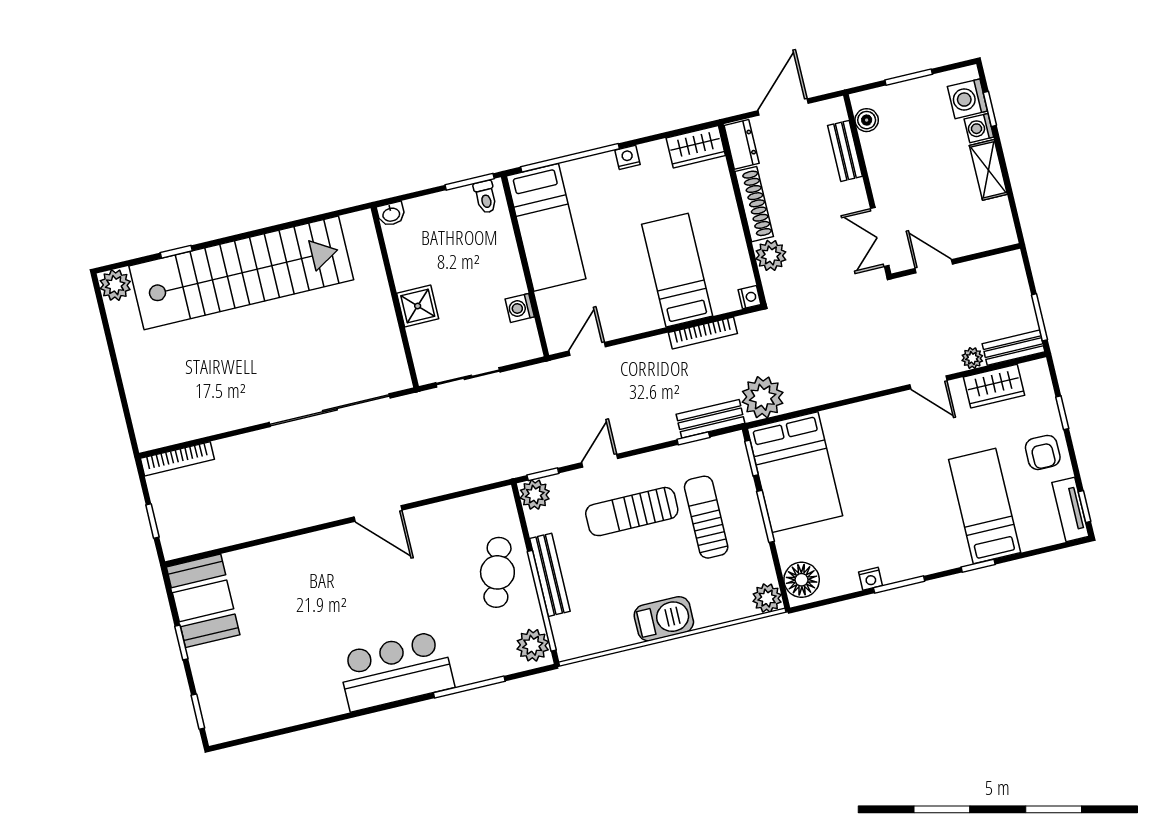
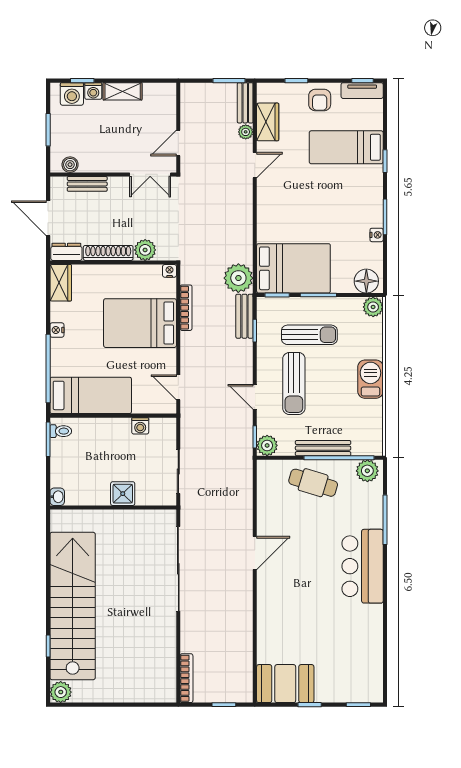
bed: (677, 270) -> (140, 323), width x1.50
armchair: (1043, 452) -> (320, 100), turned 90
sun lounger: (706, 517) -> (309, 335), turned 180

